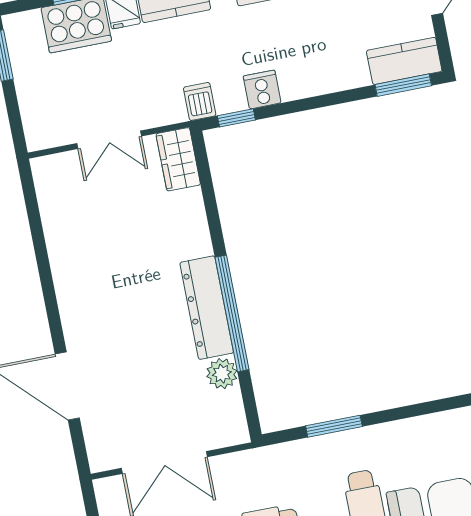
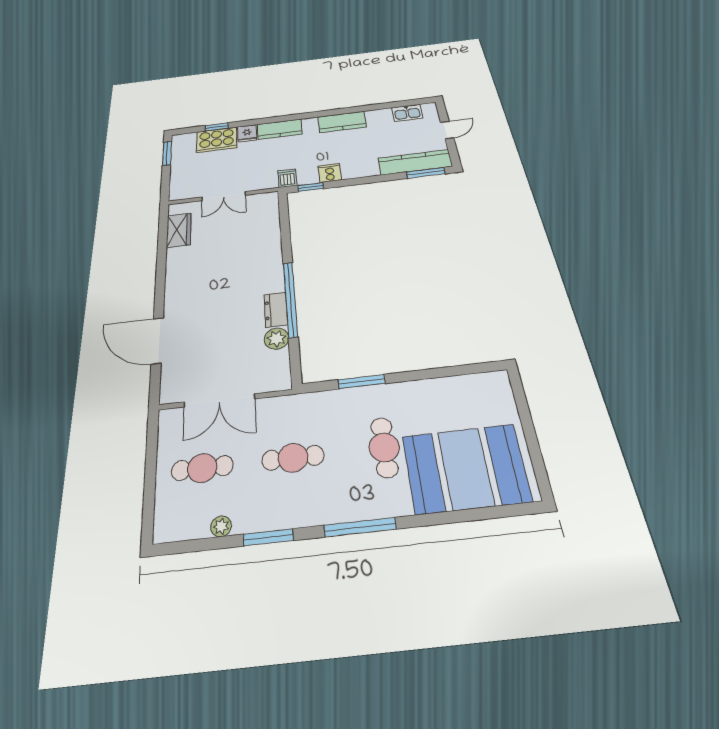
kitchen counter: (404, 61) -> (415, 162), width x1.50
wardrobe: (178, 159) -> (179, 230), moved, turned 180
dresser: (207, 308) -> (276, 310), width x0.51, depth x0.80

